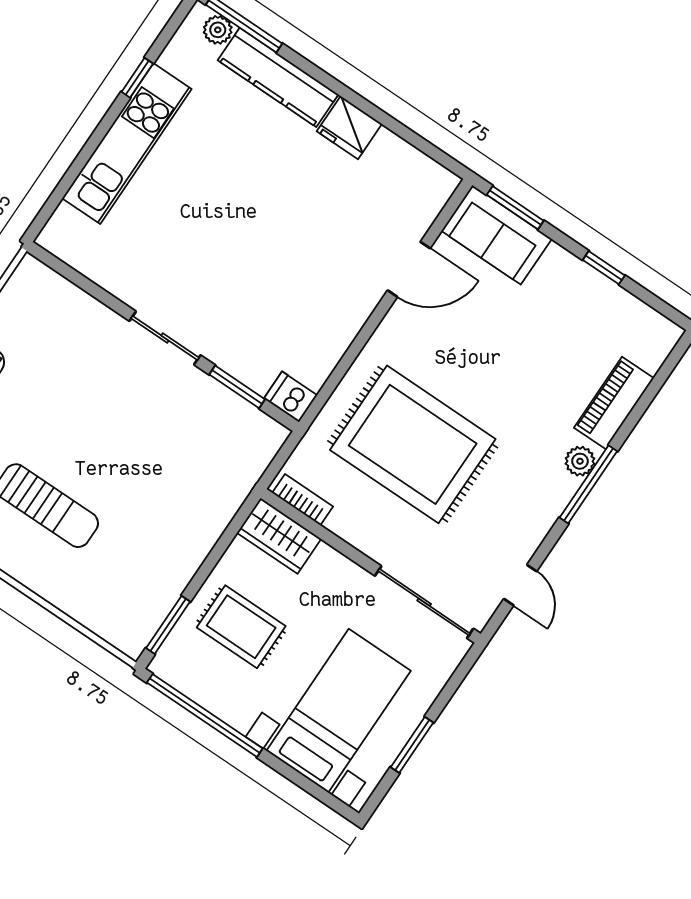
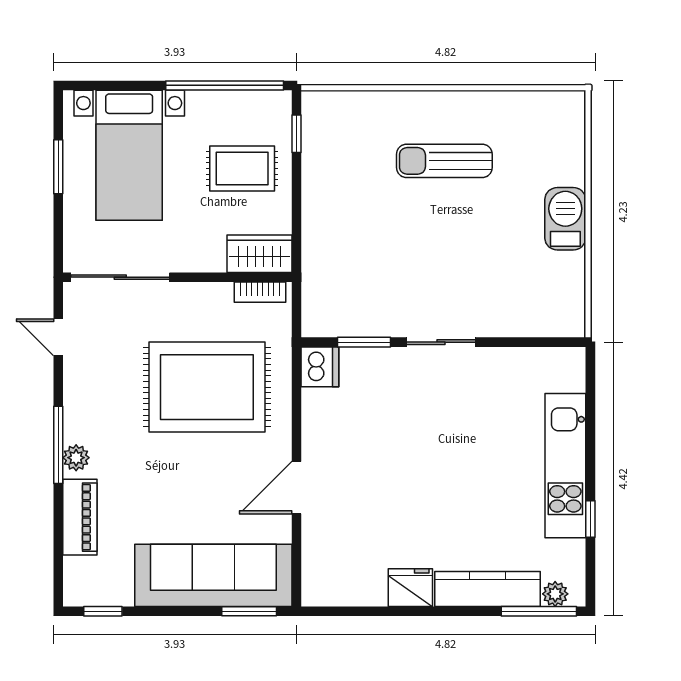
sofa: (496, 235) -> (213, 575), width x1.85, depth x1.27
window: (604, 268) -> (103, 611), moved
door: (409, 269) -> (297, 488), moved
dishwasher: (291, 397) -> (320, 367), width x1.38
window: (168, 625) -> (297, 134), width x0.67

